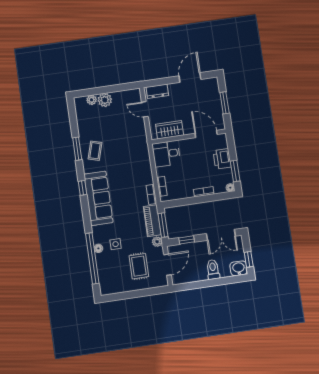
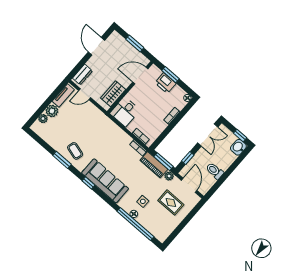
tv unit: (126, 95) -> (63, 96), added
window: (235, 171) -> (170, 75), moved
toilet: (213, 269) -> (215, 171), moved

